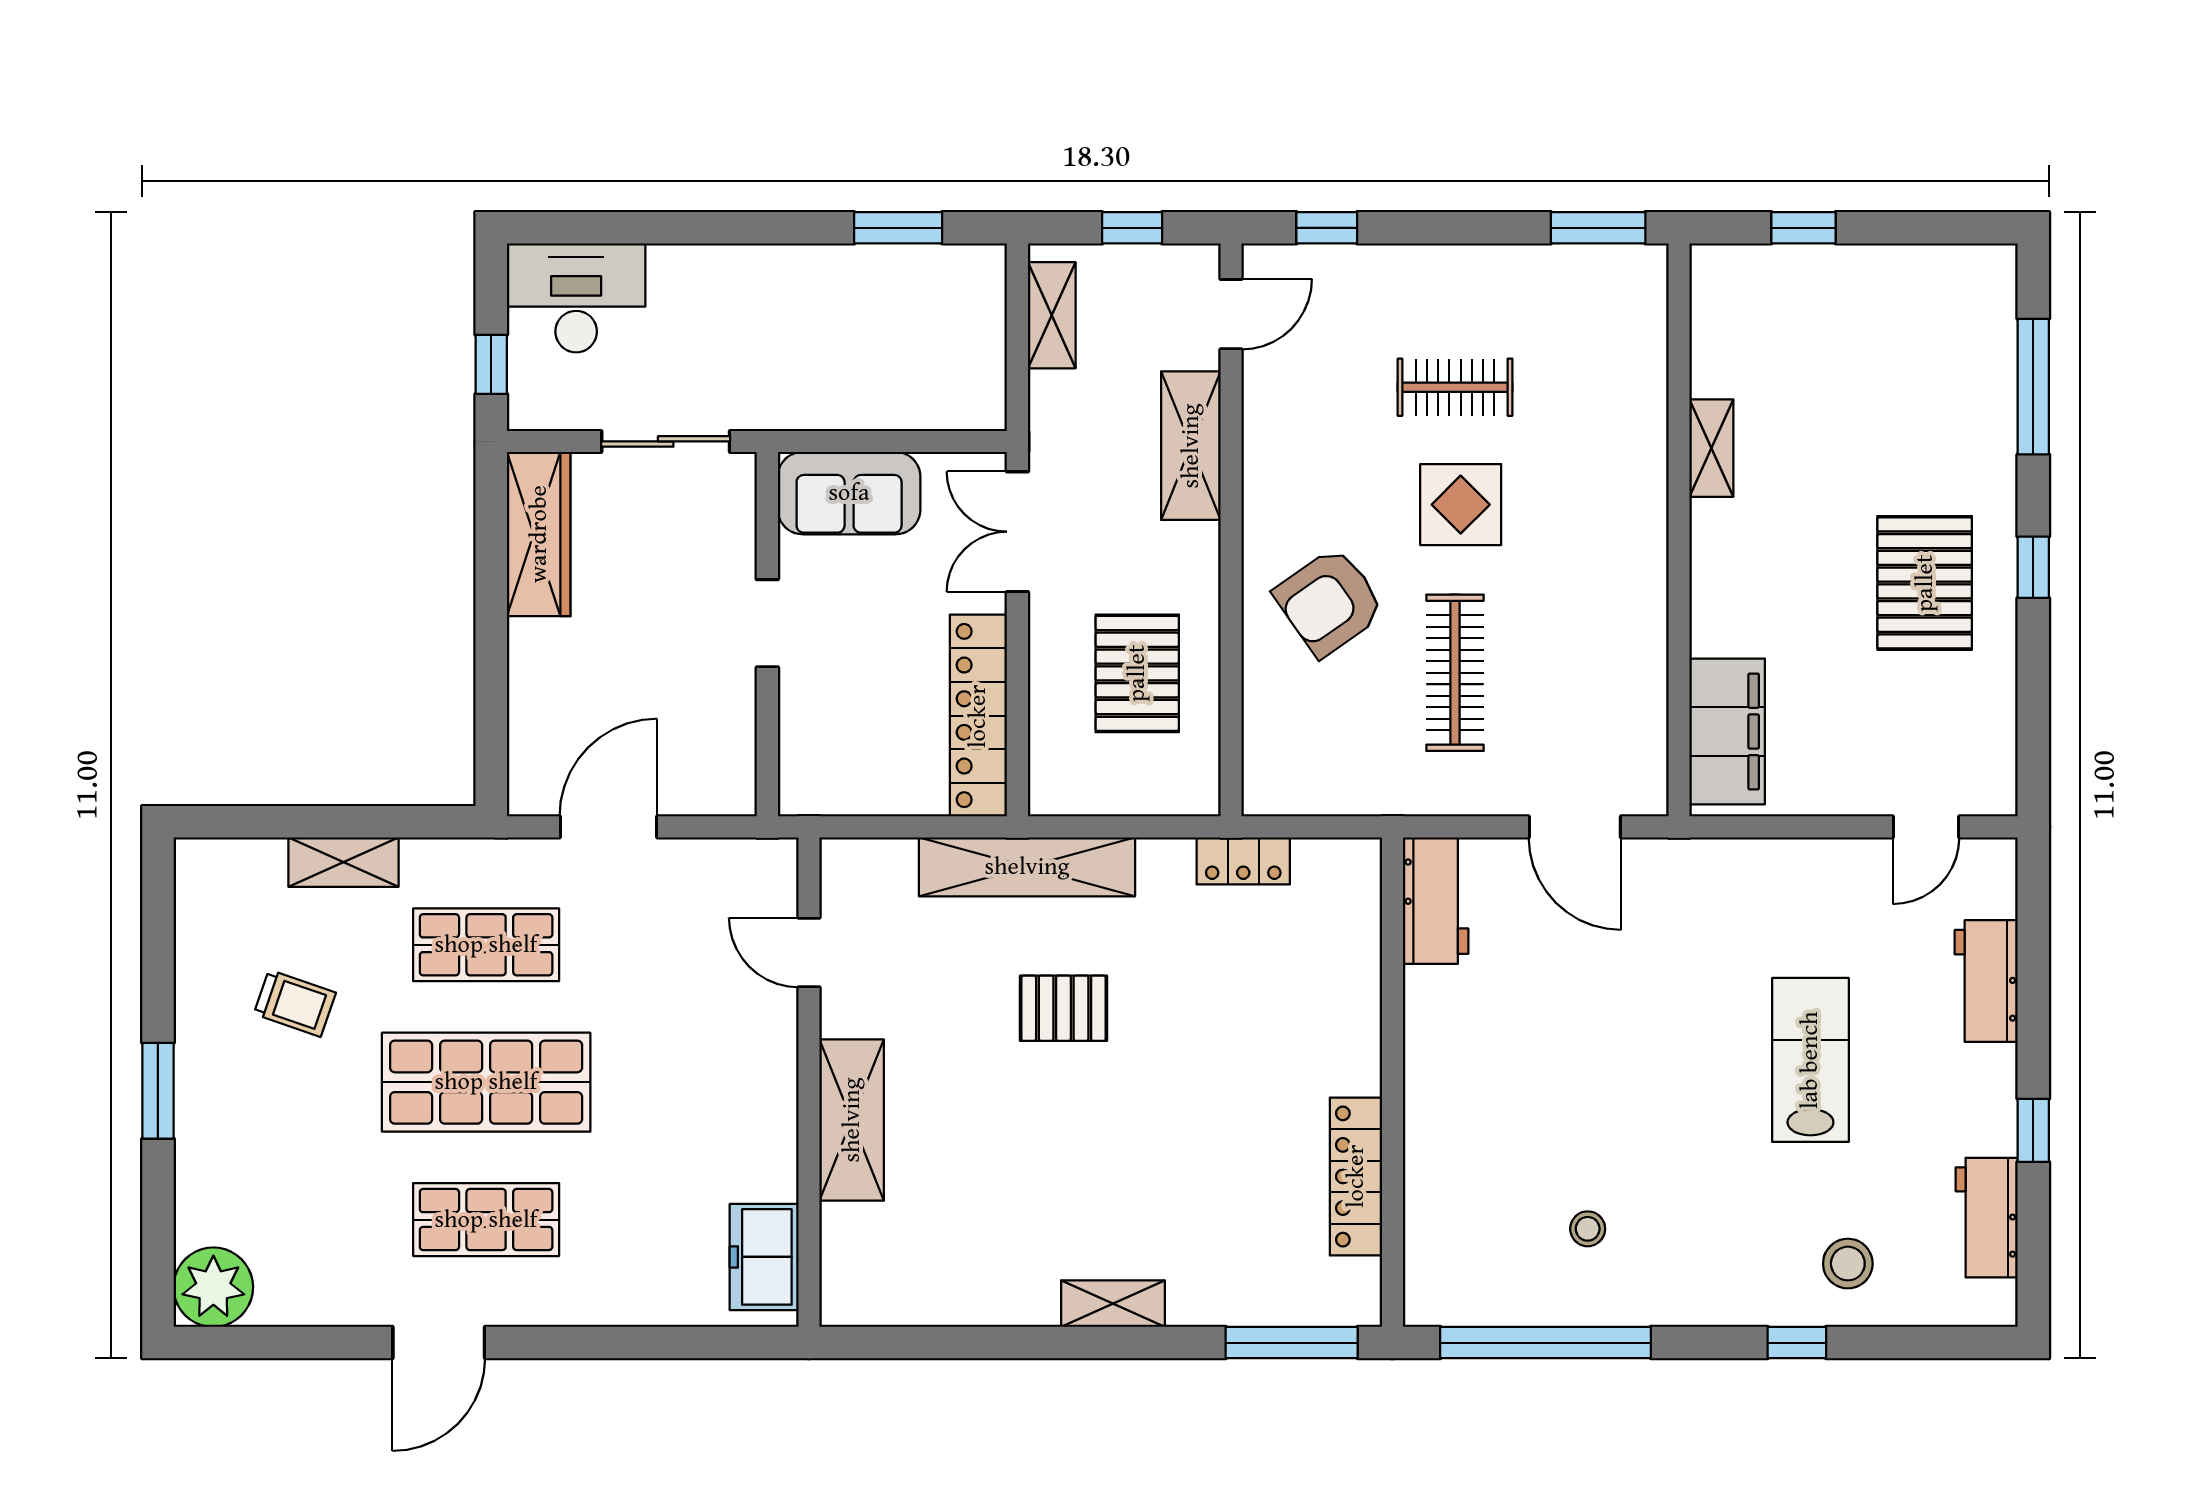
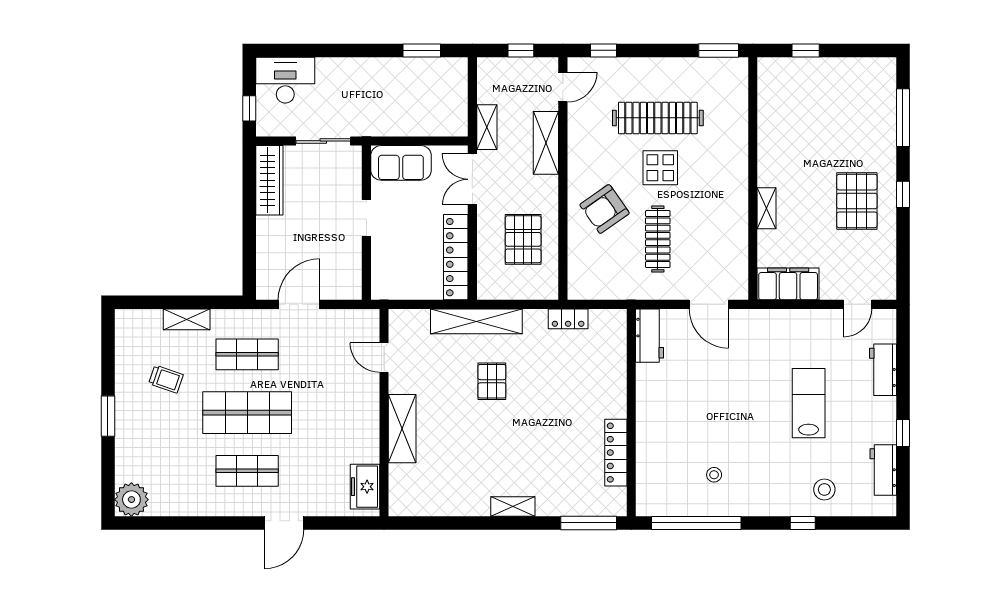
shelving: (1052, 315) -> (487, 127), moved
clothes rail: (1455, 387) -> (658, 118), width x1.86, depth x1.31
shelving: (1711, 448) -> (766, 208), moved
filing cabinet: (1727, 731) -> (788, 284), moved, turned -90
pallet: (1064, 1008) -> (492, 381), turned 90
door: (439, 1343) -> (284, 523), moved

